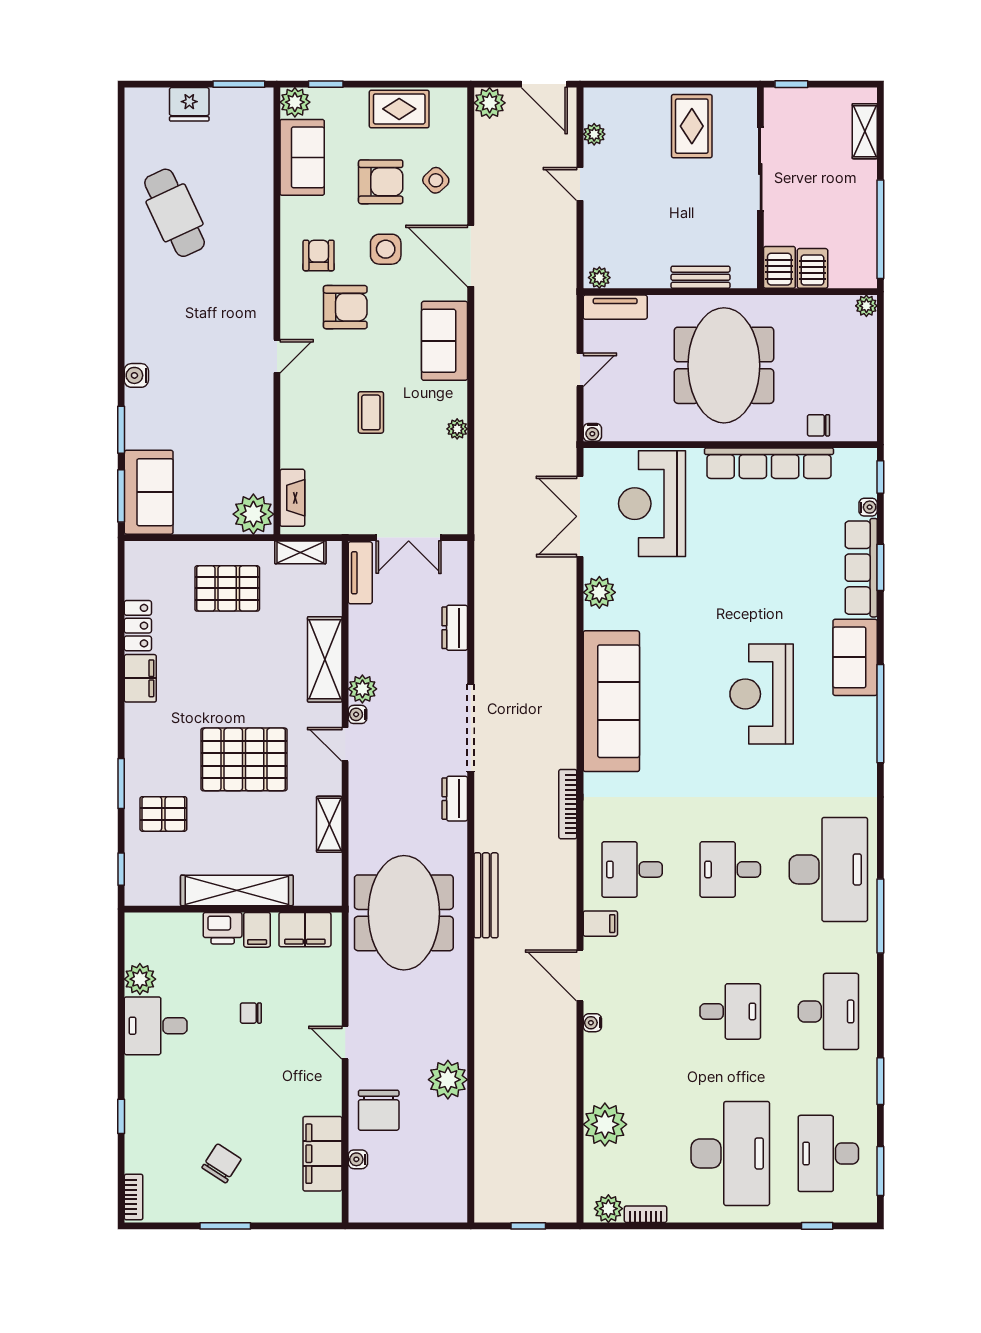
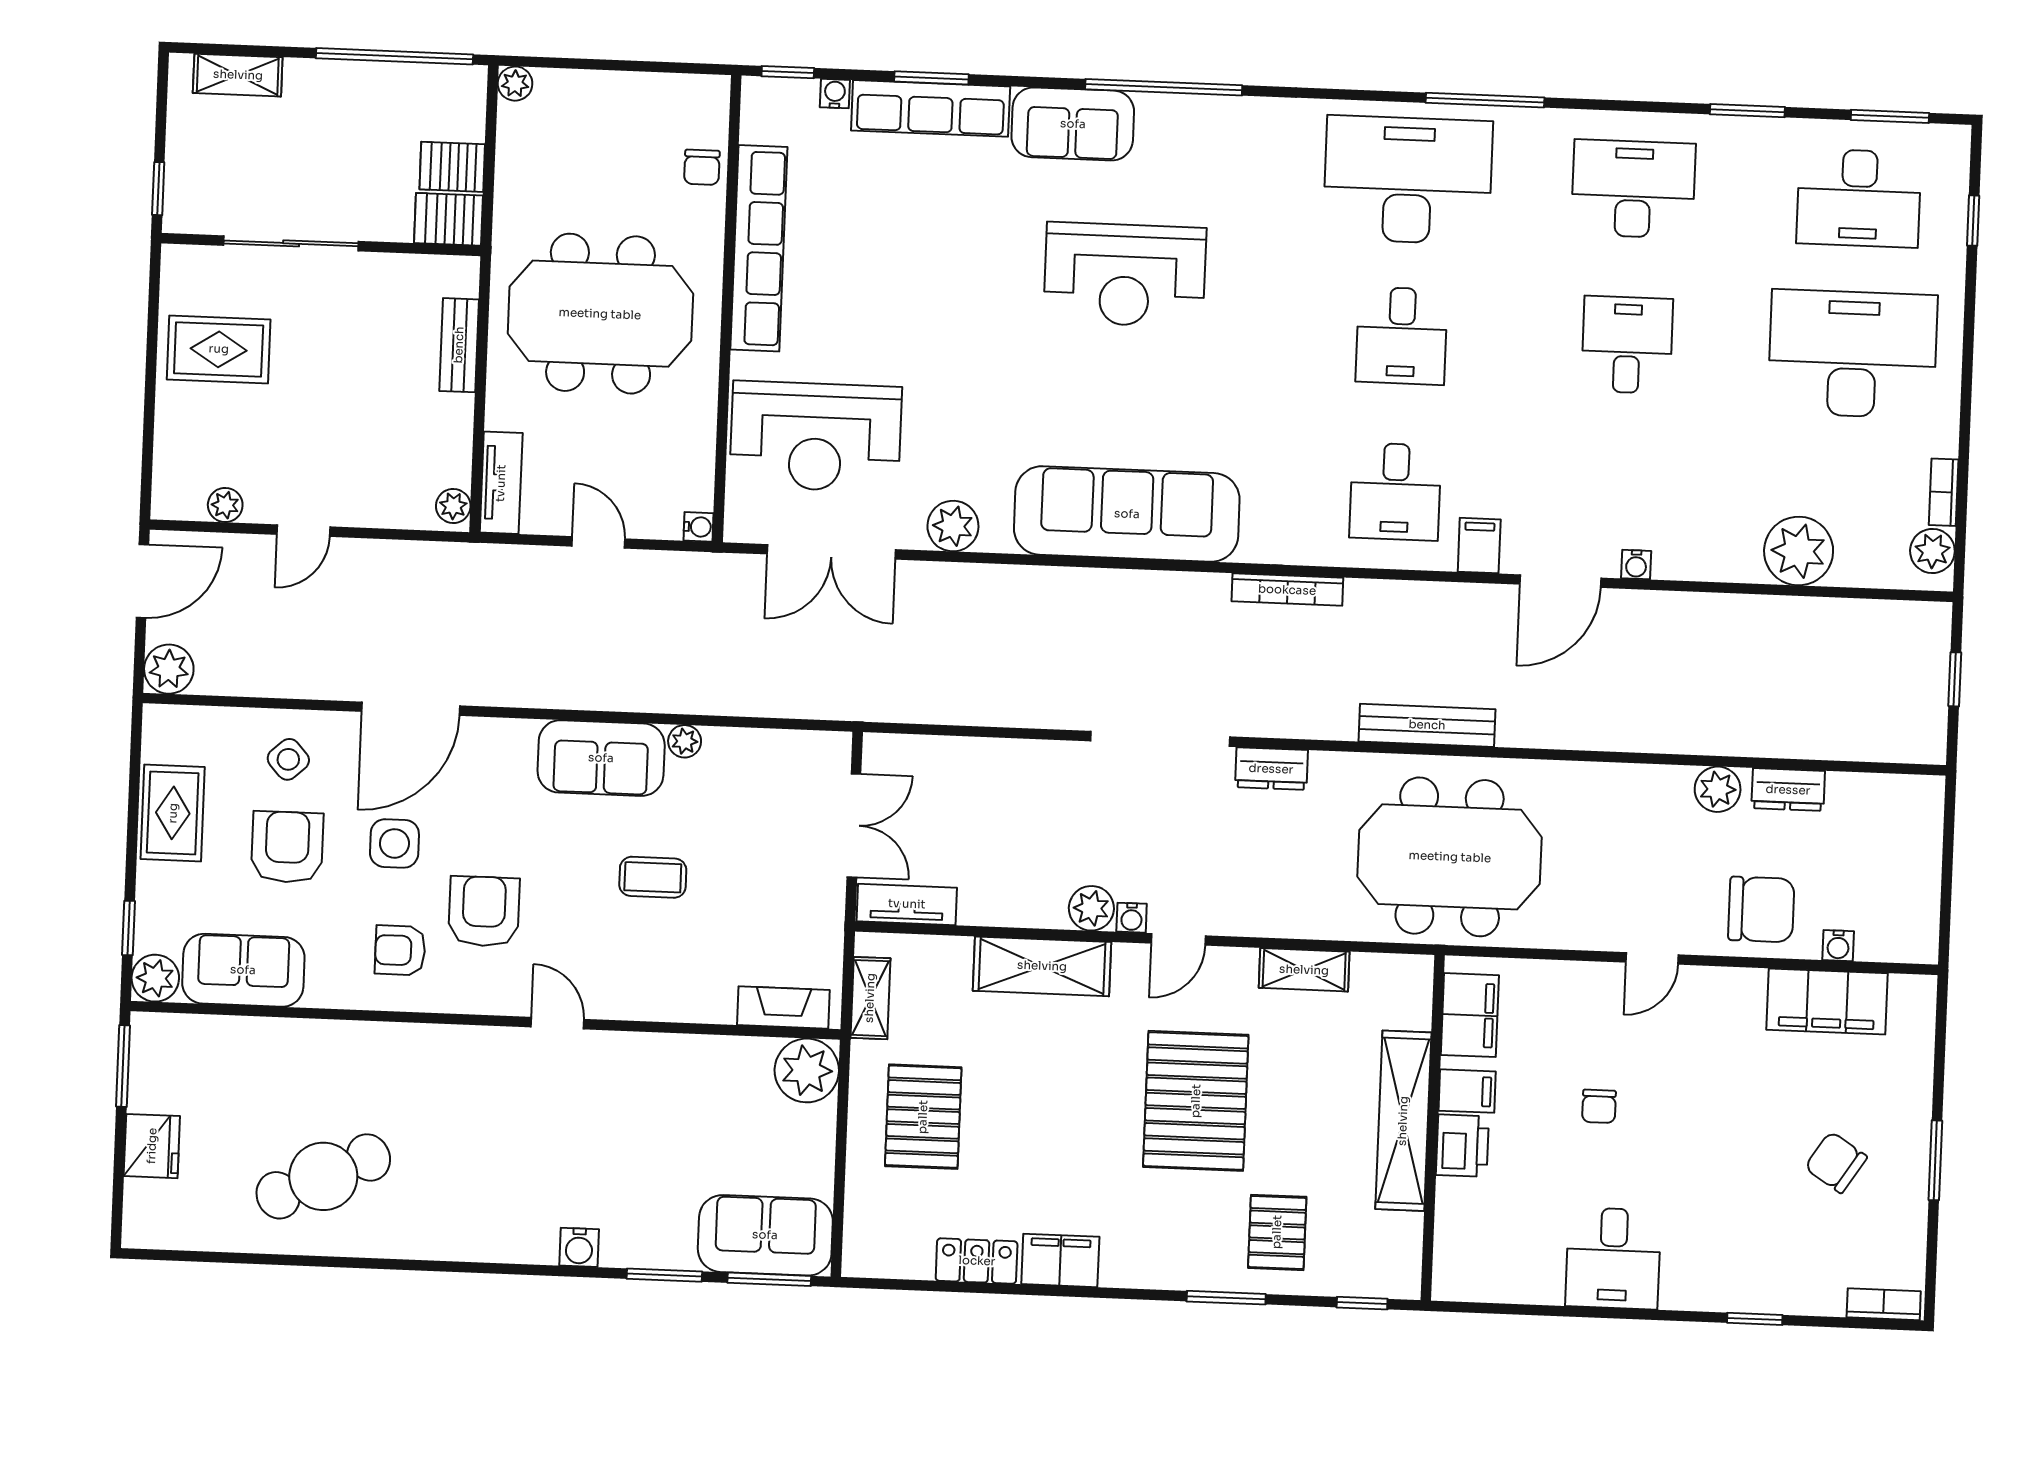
sofa: (445, 341) -> (601, 758), moved
dresser: (455, 628) -> (1788, 790), moved
plant: (140, 979) -> (1538, 1280), removed
plant: (448, 1080) -> (1718, 789), width x0.73, depth x0.73

